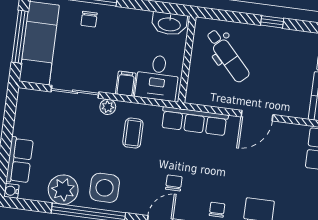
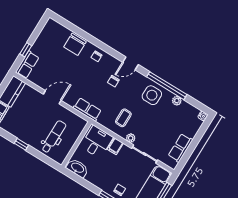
dental chair: (228, 56) -> (54, 137), turned 43
row of seats: (194, 121) -> (87, 109), width x0.68
row of seats: (20, 160) -> (180, 148), moved
plant: (63, 190) -> (177, 101), width x0.53, depth x0.53

